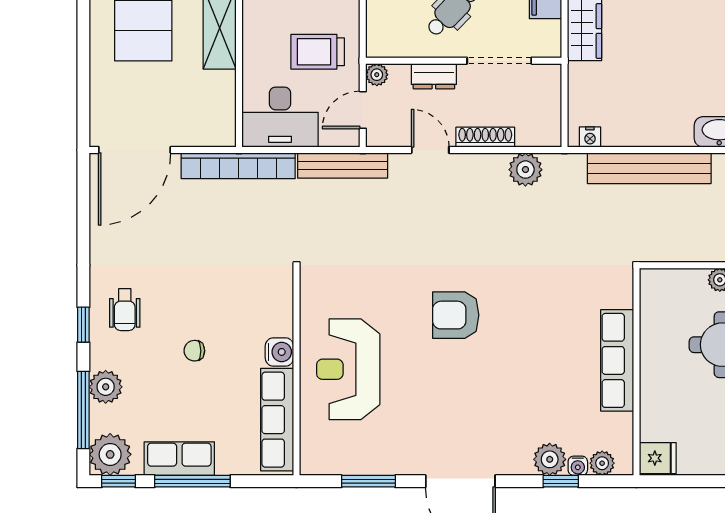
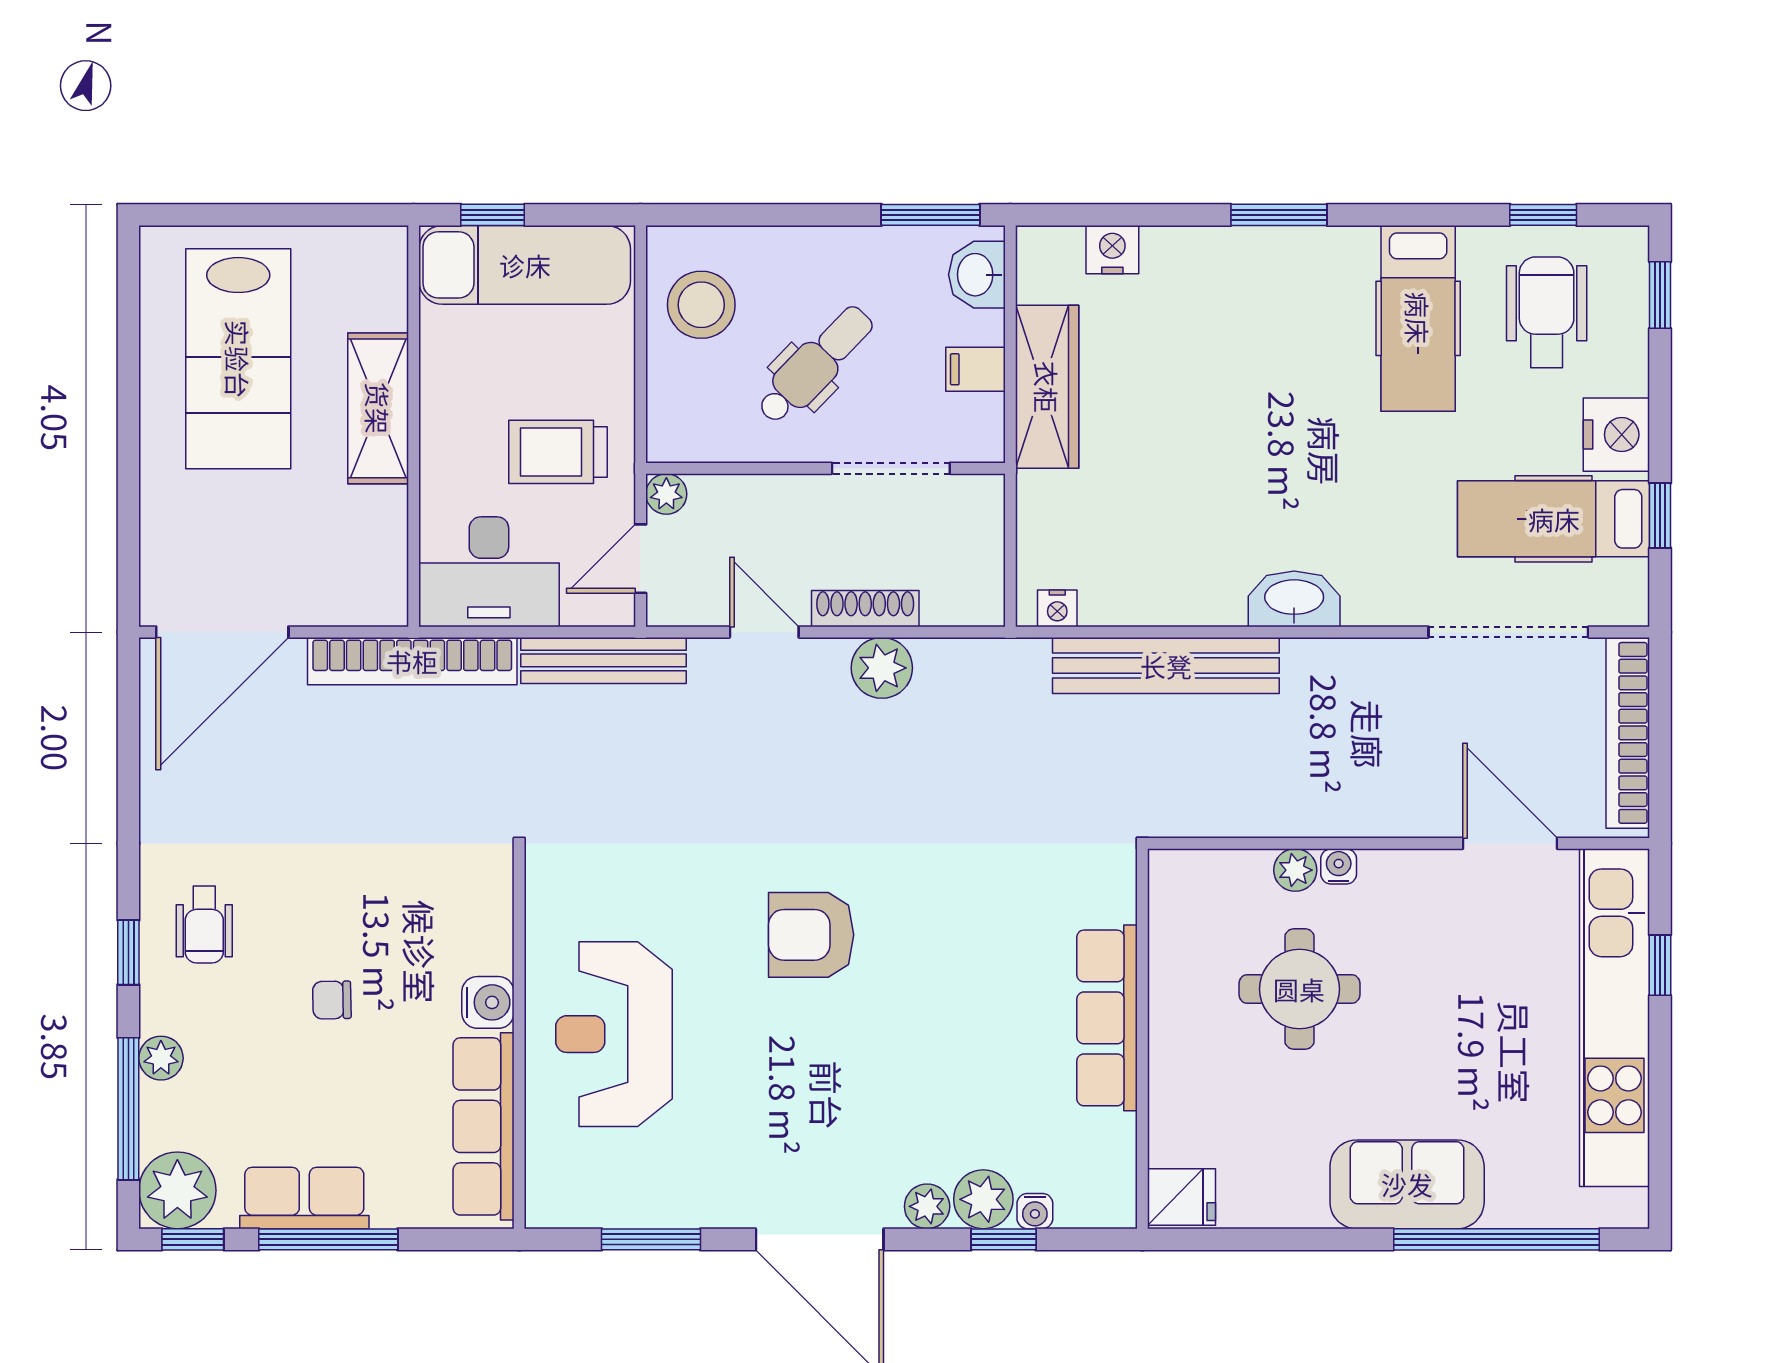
dresser: (434, 76) -> (771, 497), removed
plant: (525, 170) -> (882, 668), moved
plant: (106, 387) -> (161, 1058), width x0.73, depth x0.73
plant: (602, 463) -> (927, 1206), moved

